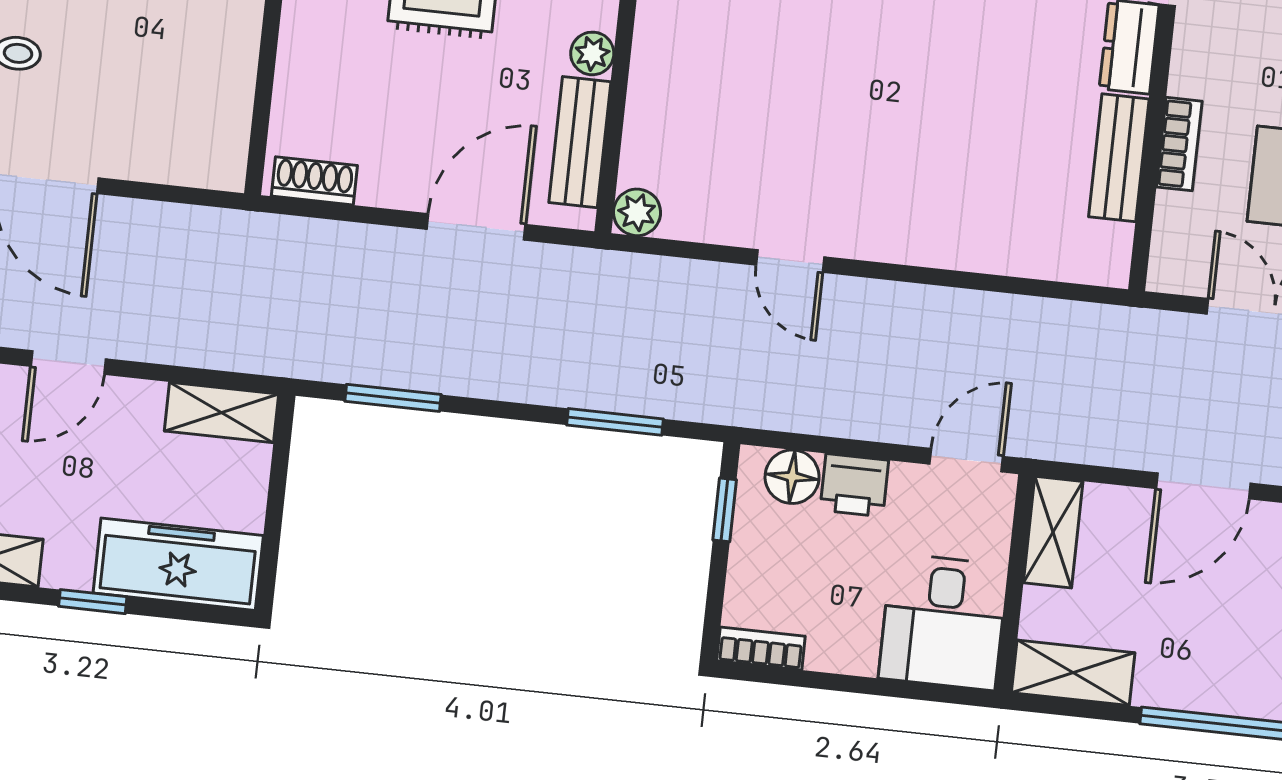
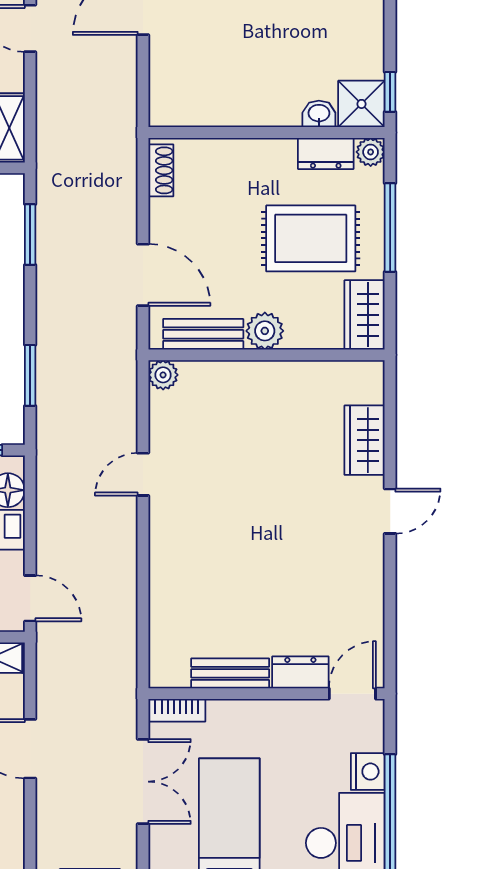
plant: (592, 53) -> (265, 331), width x1.38, depth x1.38
bookcase: (1179, 144) -> (177, 710), moved

